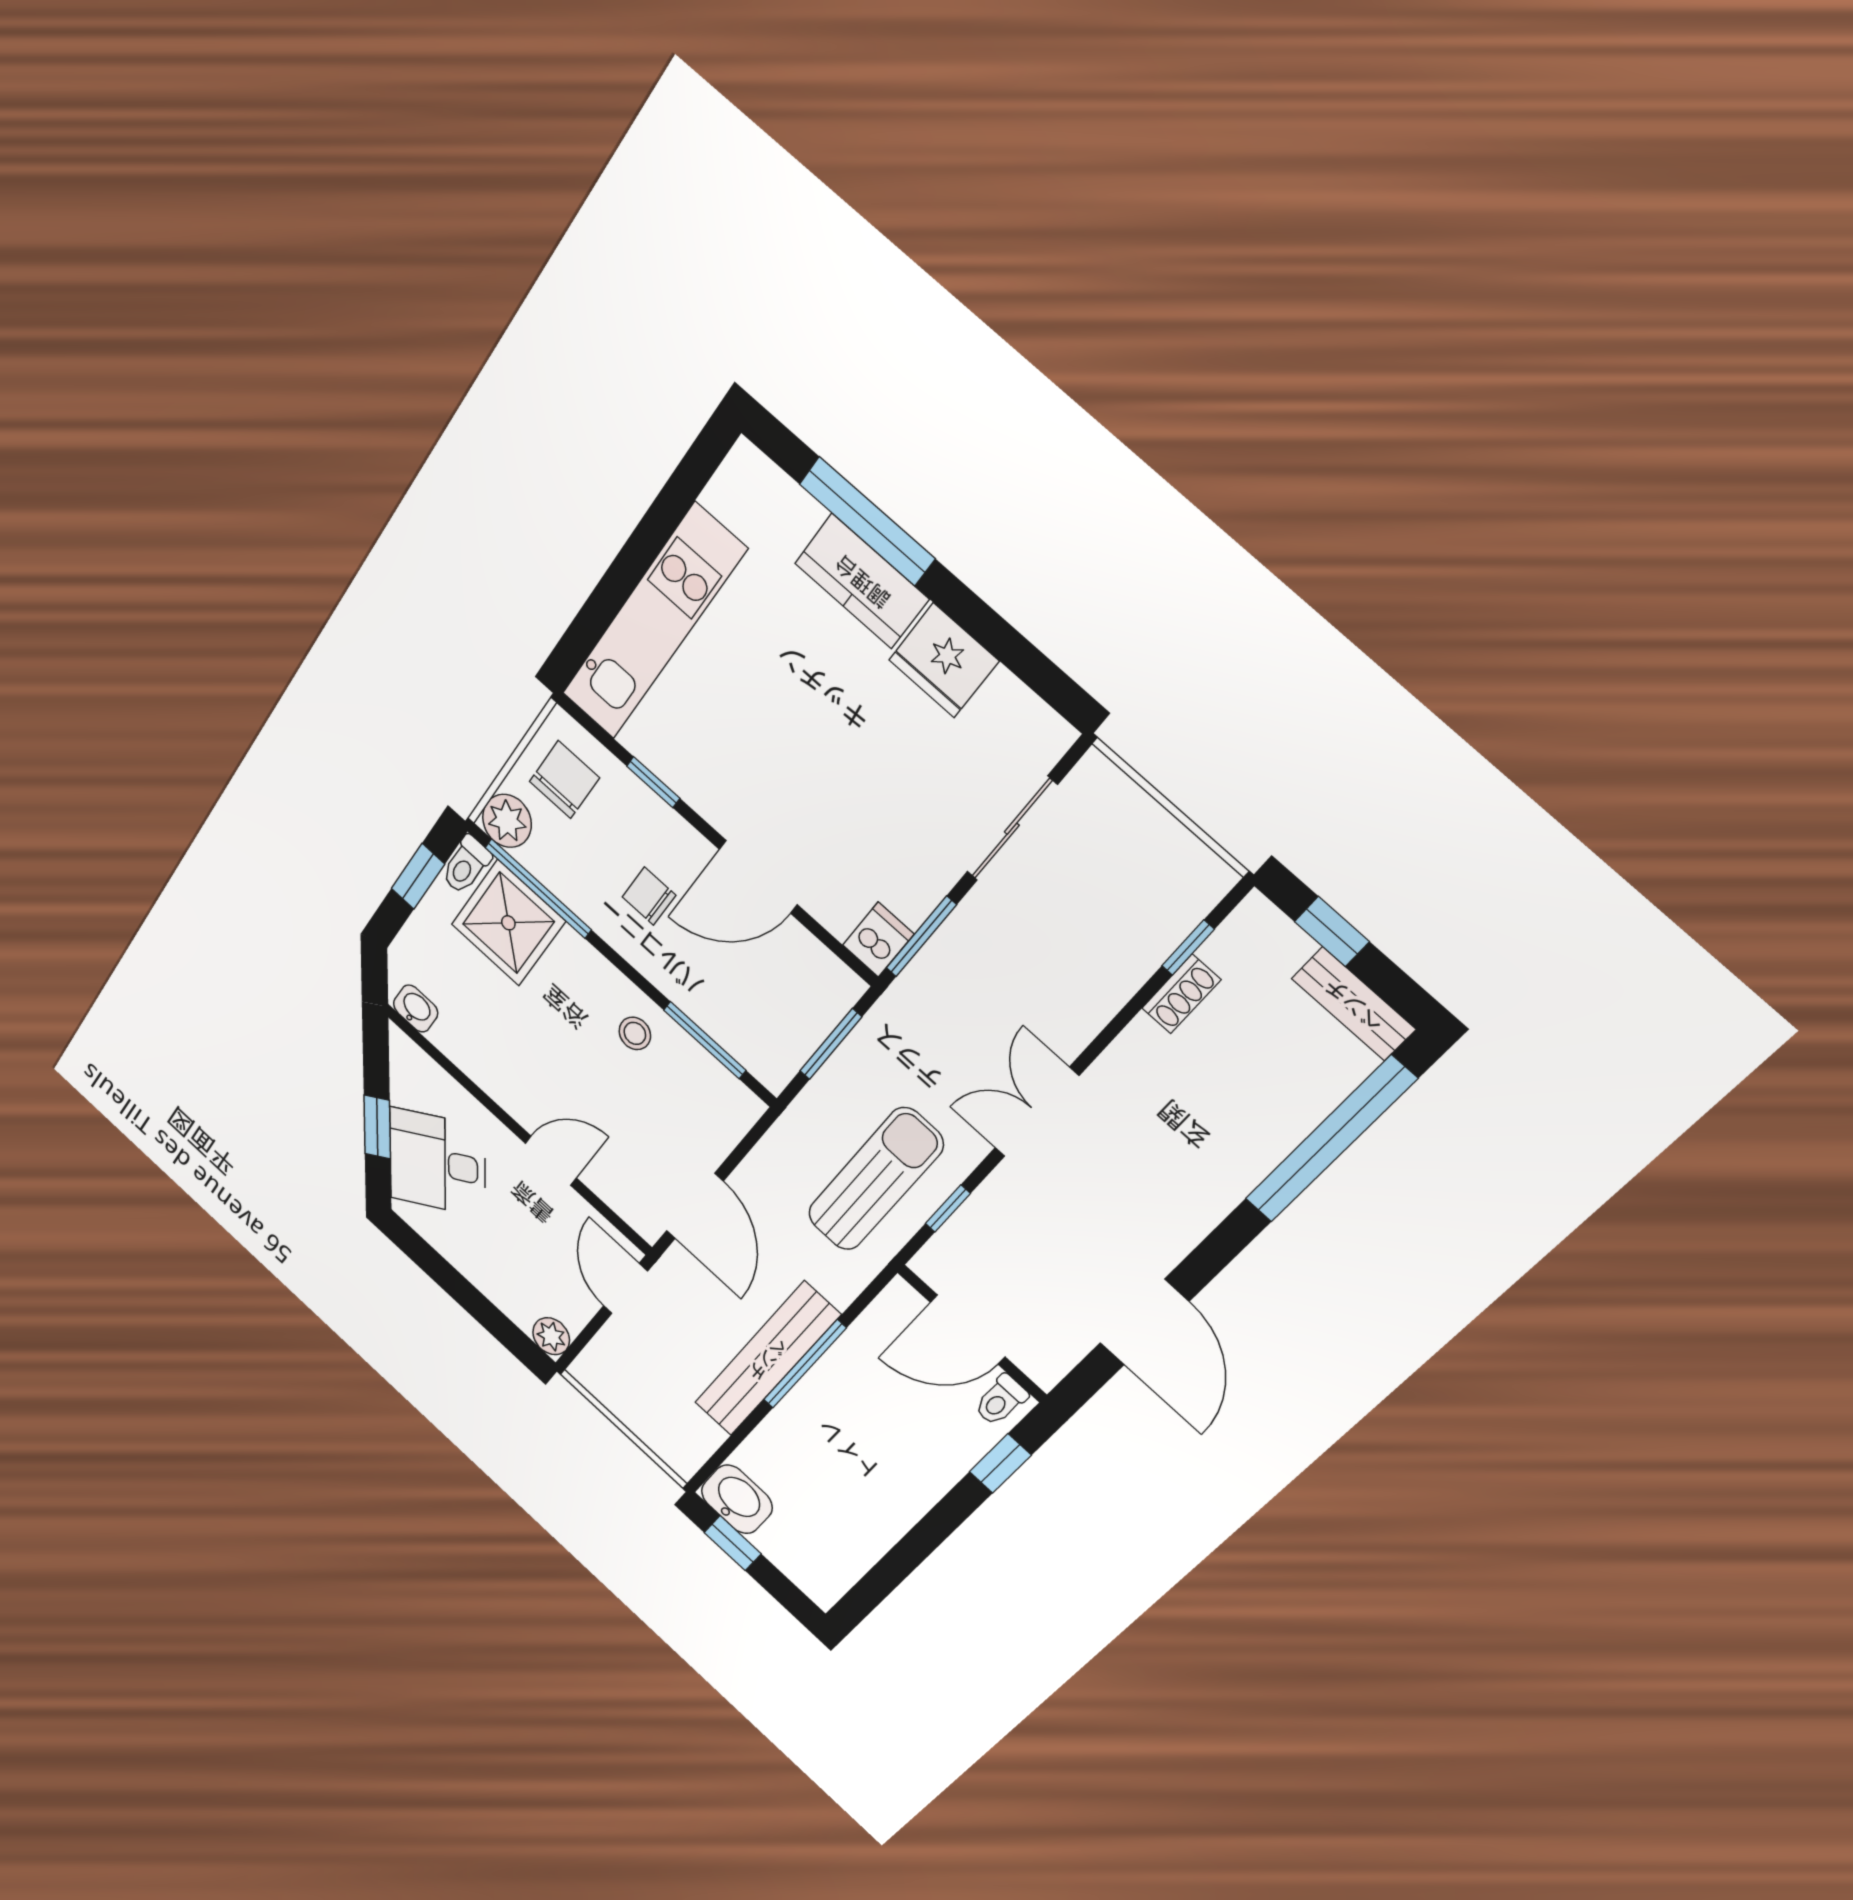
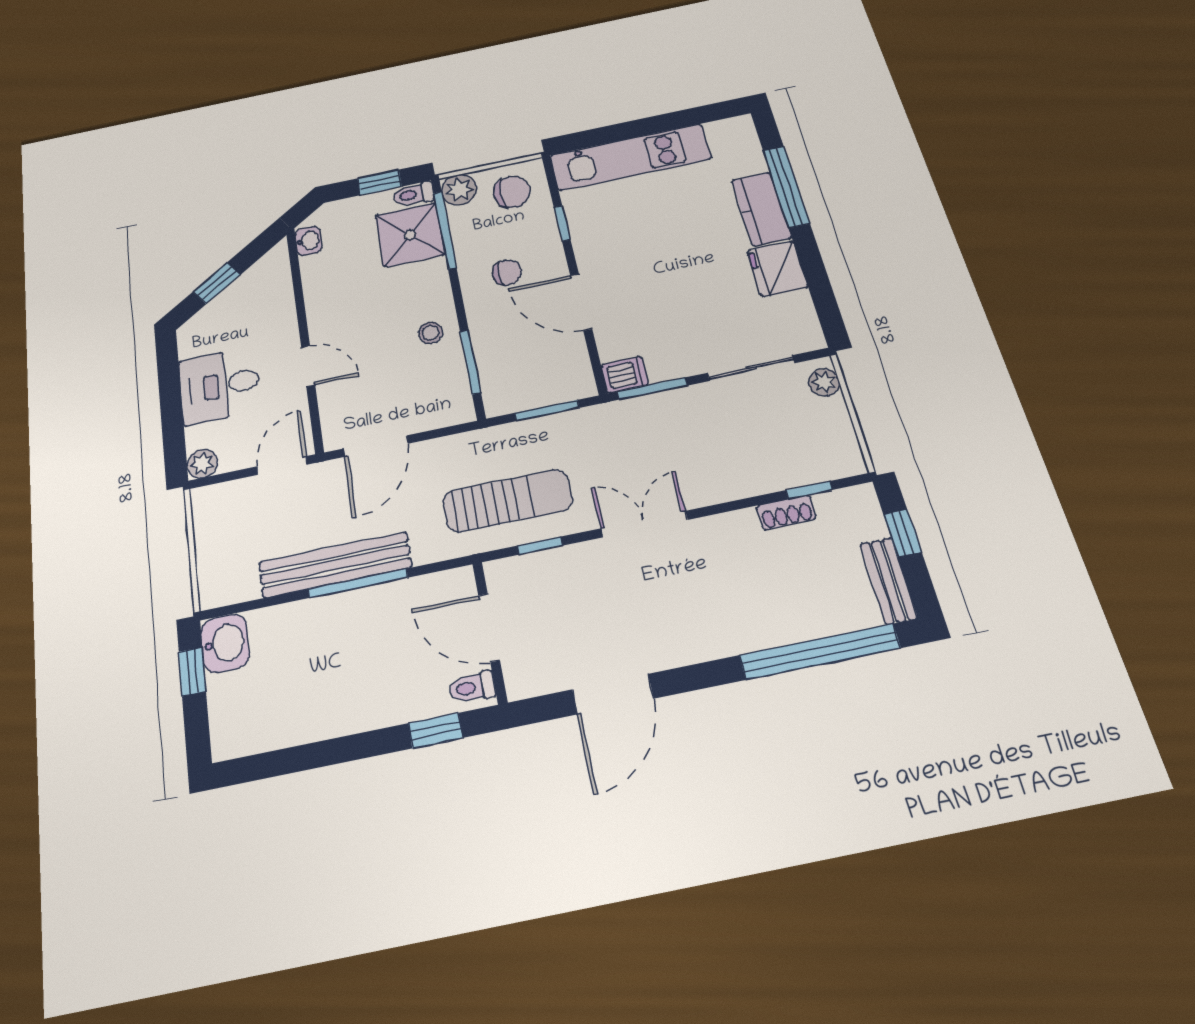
plant: (1110, 788) -> (824, 382), added
chair: (649, 896) -> (507, 272), turned 90
desk: (437, 1162) -> (220, 386), moved, turned -56

